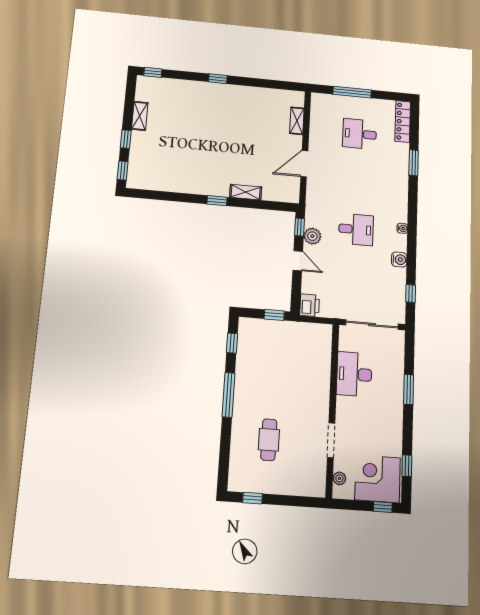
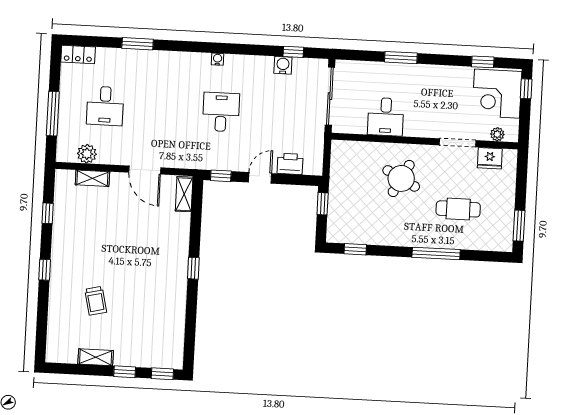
window: (153, 72) -> (48, 213), moved
trolley: (190, 118) -> (96, 301), added
locker: (403, 121) -> (78, 54), width x0.66
shelving: (246, 192) -> (184, 194), moved
plant: (312, 236) -> (87, 154), moved
water cooler: (399, 260) -> (283, 65), moved
printer: (310, 305) -> (290, 164), moved
desk: (354, 374) -> (386, 117), width x0.73
round table: (297, 387) -> (401, 178), added
window: (228, 395) -> (436, 253), moved
fridge: (317, 471) -> (490, 158), added
window: (253, 498) -> (519, 226), width x1.50

